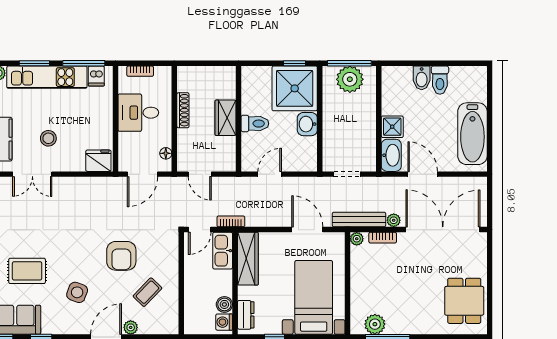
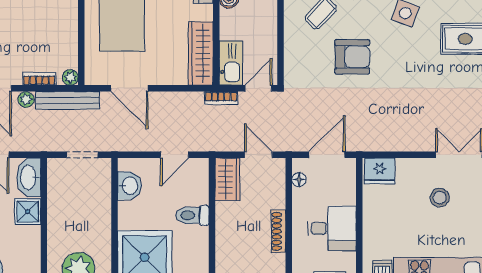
wardrobe: (225, 118) -> (227, 179), moved
washbasin: (307, 124) -> (129, 186), moved
armchair: (121, 256) -> (352, 57), turned 90

